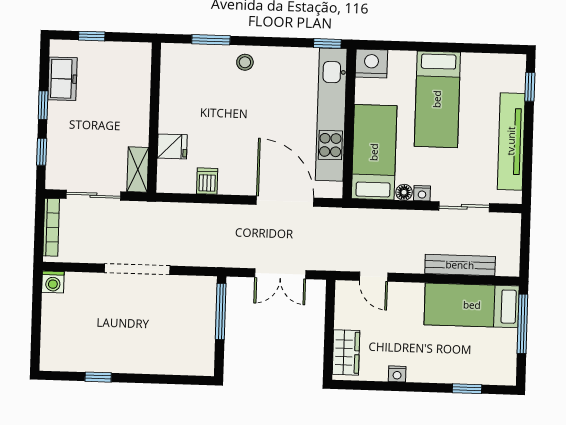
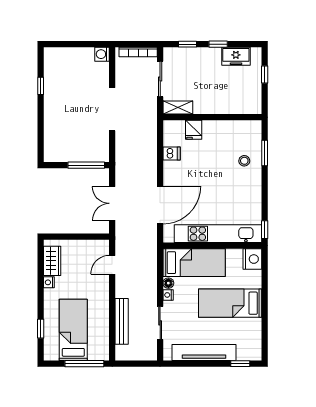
stool: (245, 62) -> (244, 161), moved
bed: (472, 305) -> (73, 330), moved
wardrobe: (346, 352) -> (52, 261), moved, turned -90

